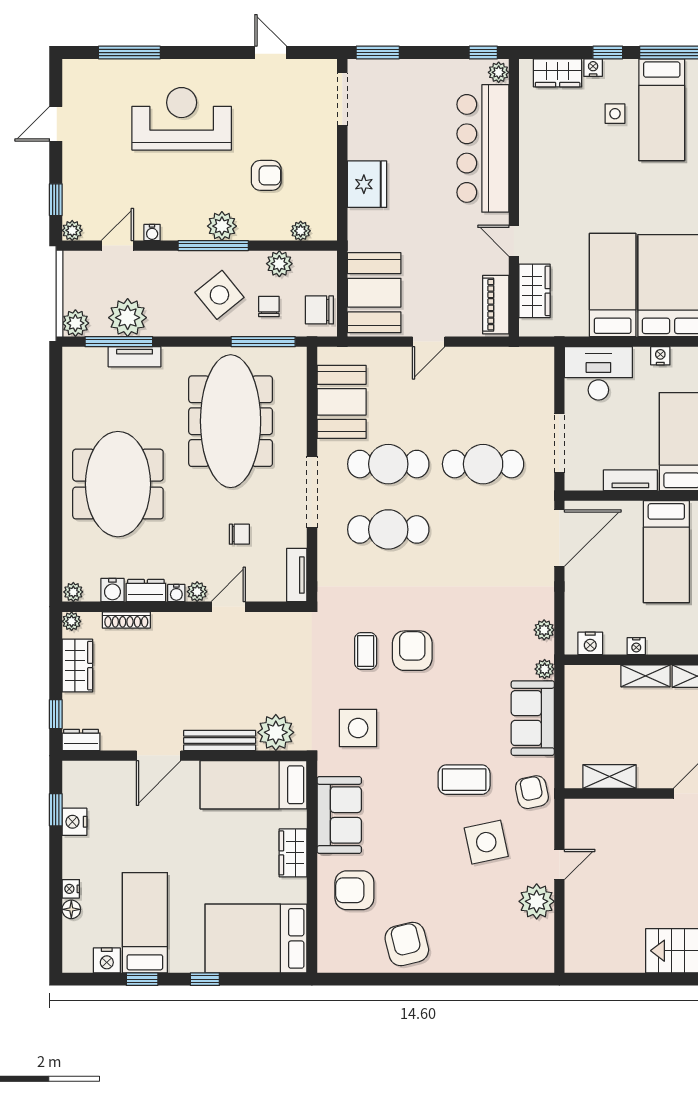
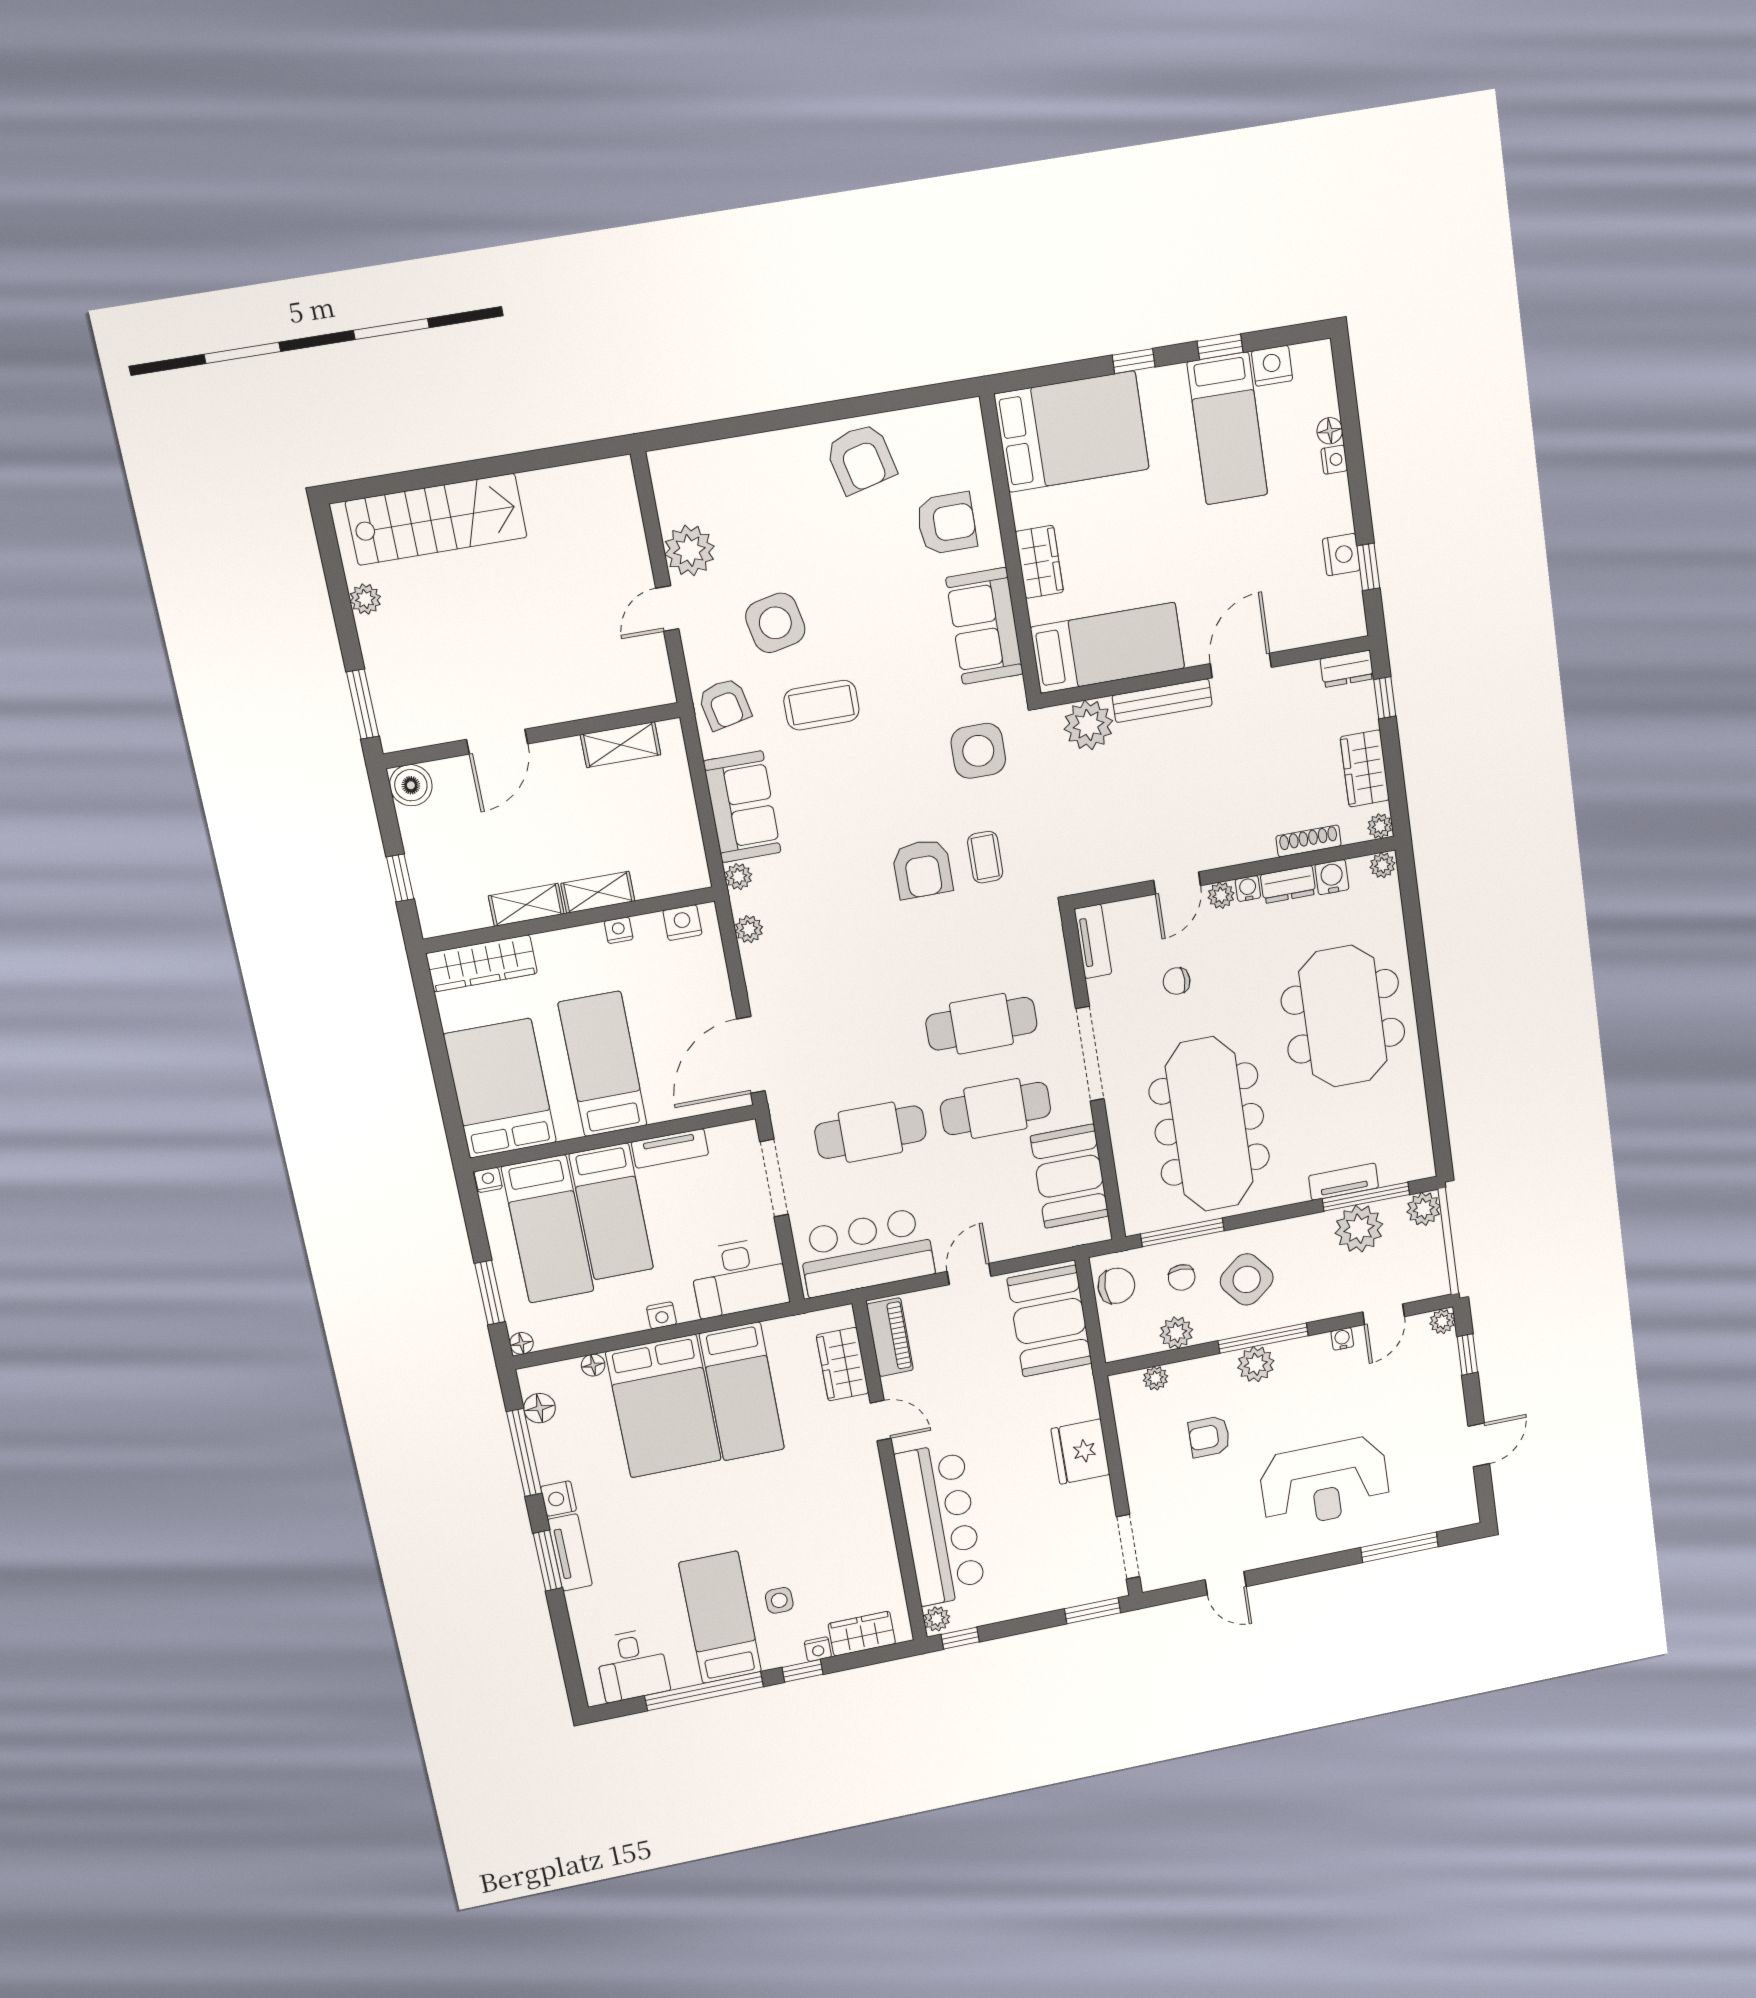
bar counter: (502, 374) -> (866, 1252), added

